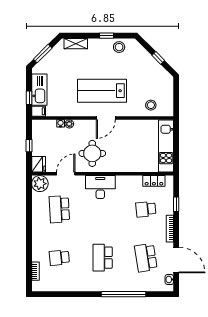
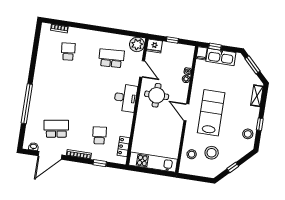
stool: (146, 84) -> (212, 153), added
school desk: (103, 258) -> (62, 90), removed

